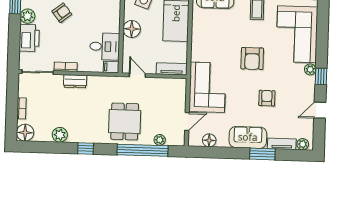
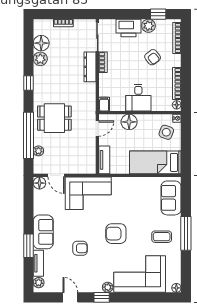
floor lamp: (132, 29) -> (129, 122), moved
desk: (105, 46) -> (138, 98), moved
dresser: (75, 81) -> (90, 67), width x1.44
floor lamp: (25, 133) -> (41, 43), moved
floor lamp: (209, 140) -> (39, 183), moved

